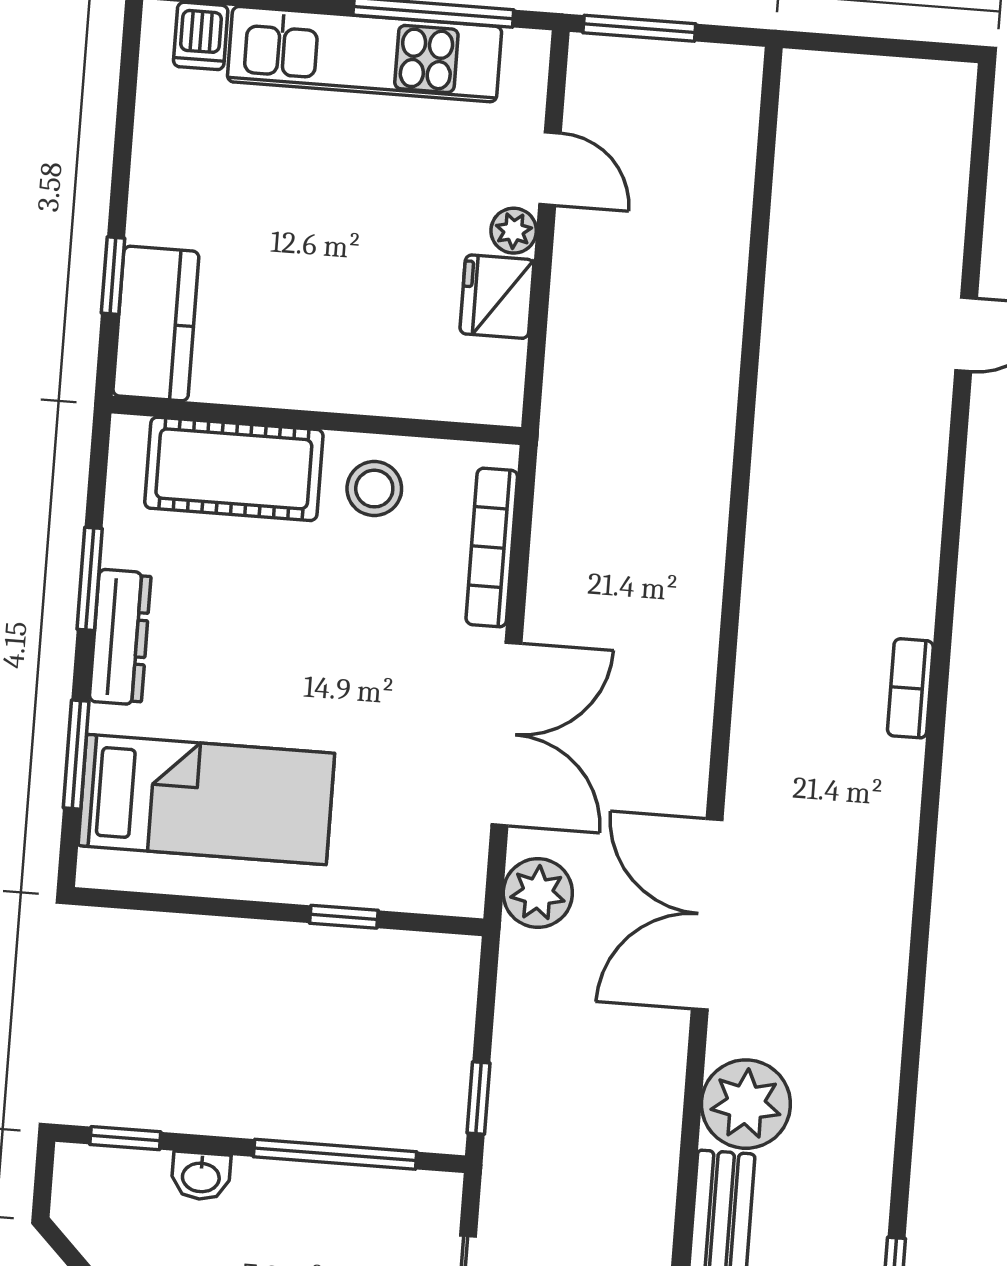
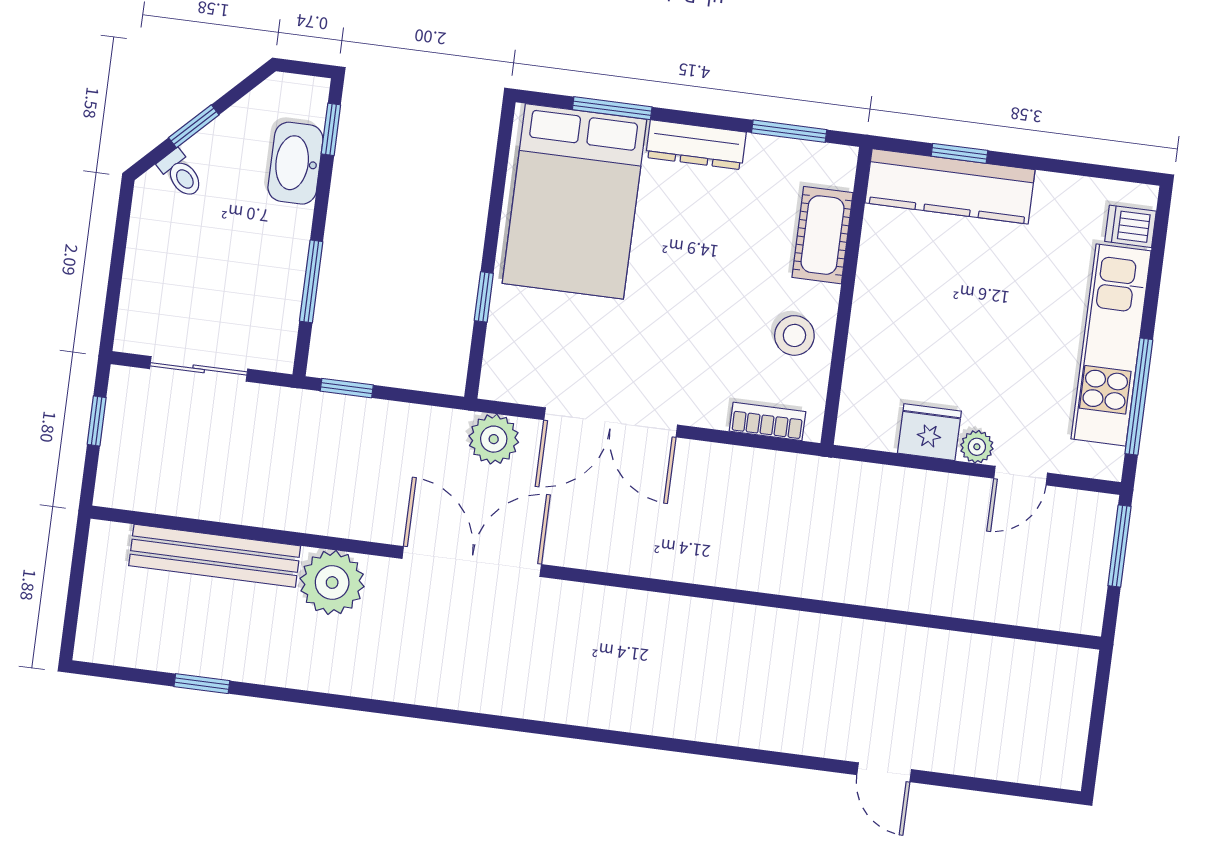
kitchen counter: (156, 324) -> (950, 186), width x1.50
cot: (234, 469) -> (823, 235), width x0.73, depth x0.75
bookcase: (492, 547) -> (767, 421), width x0.64
window: (90, 579) -> (789, 131), moved
bookcase: (910, 688) -> (629, 718), removed
bed: (206, 799) -> (574, 201), width x1.50
window: (335, 1154) -> (311, 281), width x0.69
washbasin: (201, 1176) -> (295, 163), width x1.91, depth x1.45

